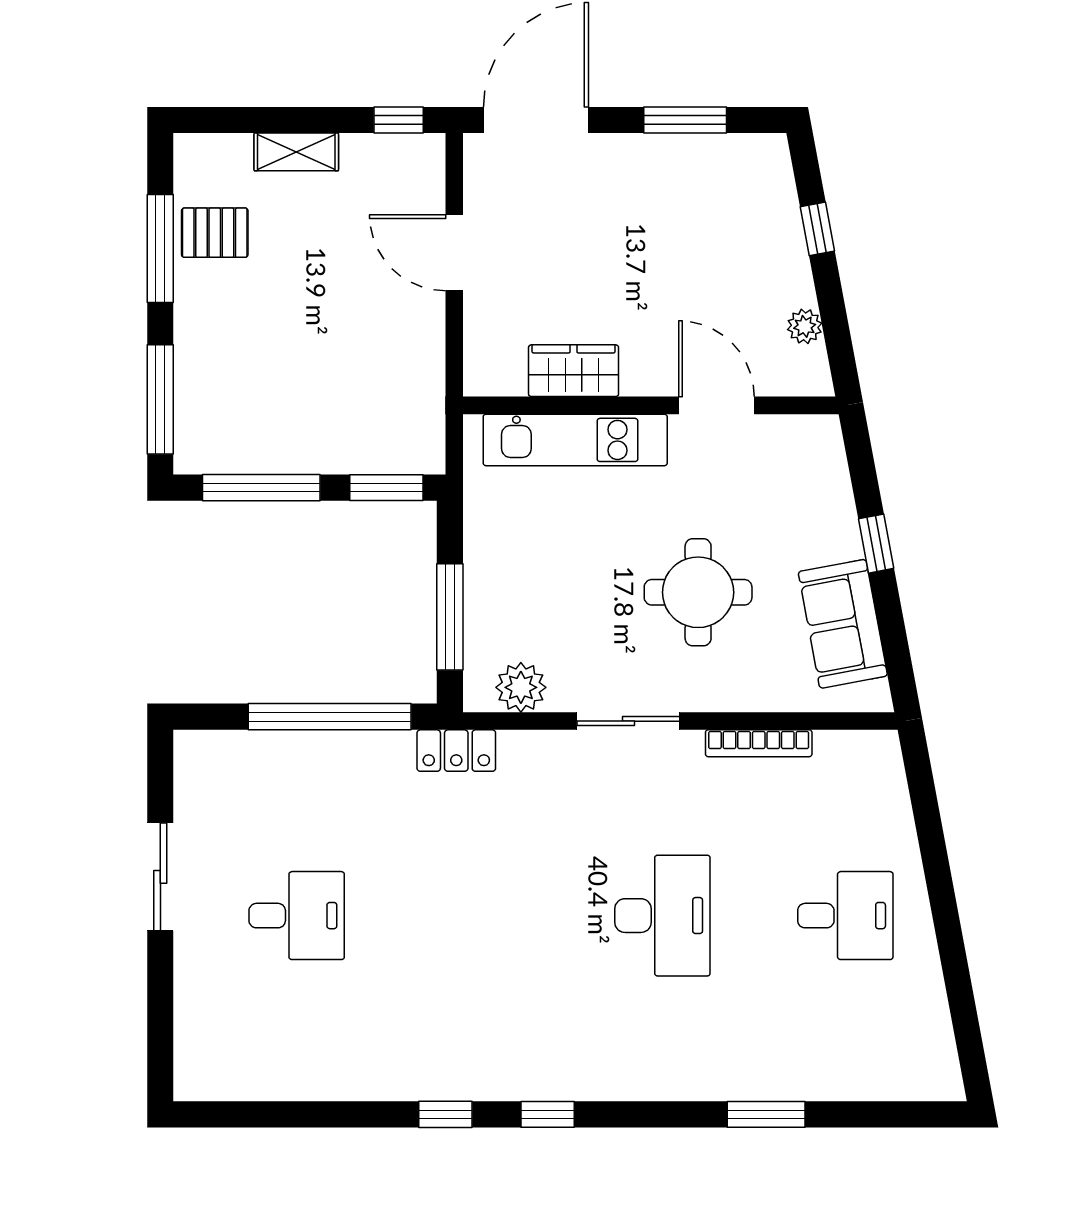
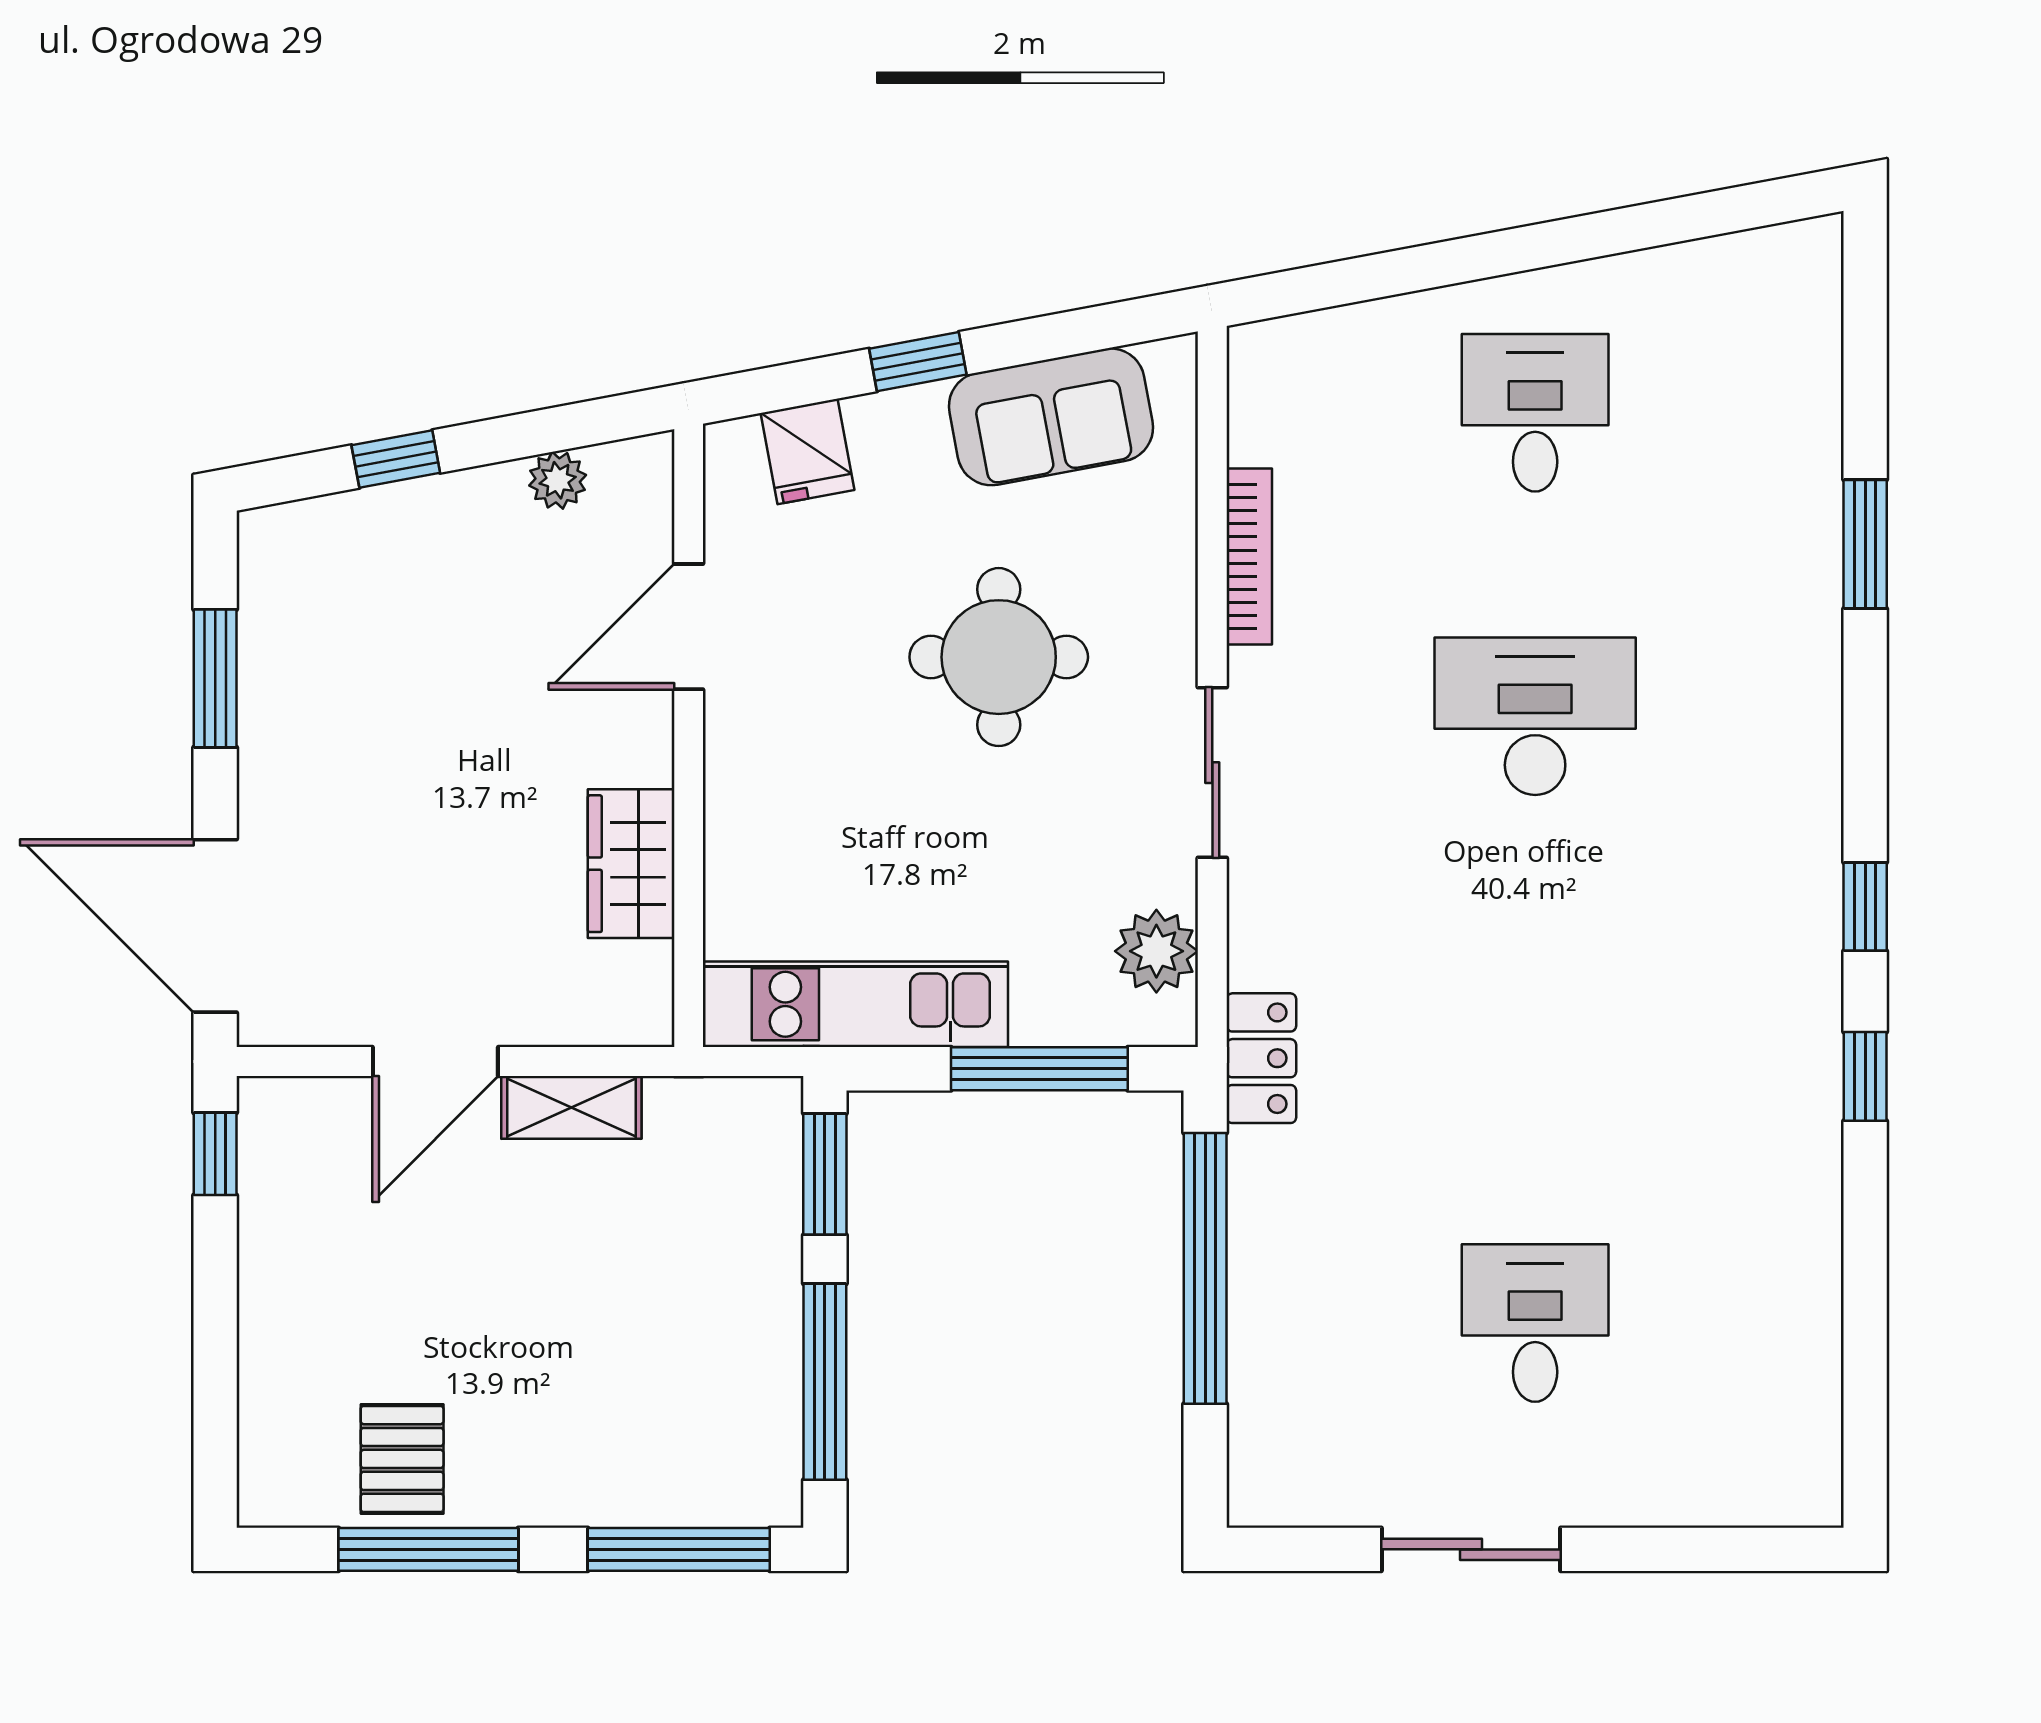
shelving: (296, 152) -> (571, 1107), moved, turned 90
kitchen unit: (575, 440) -> (855, 1004), moved, turned -90
fridge: (822, 477) -> (807, 451), added

